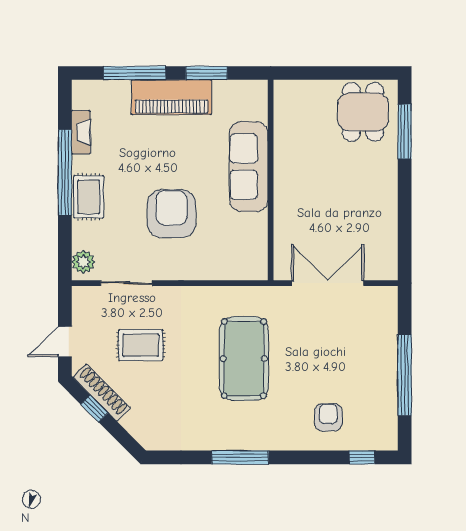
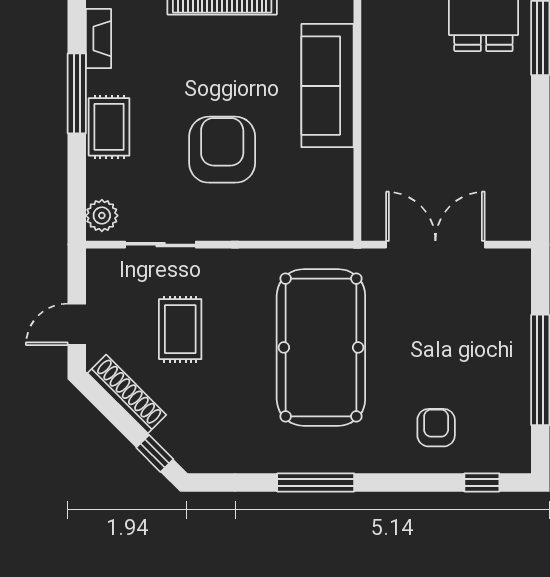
window: (65, 172) -> (77, 93), width x0.68
rug: (141, 345) -> (180, 329), turned 90
pool table: (244, 359) -> (321, 347), width x1.36, depth x1.32
window: (94, 408) -> (155, 453), moved

